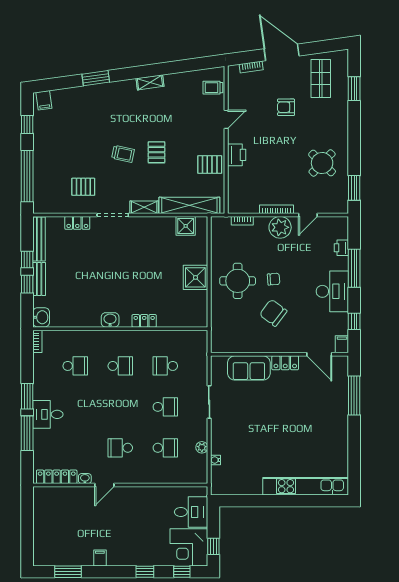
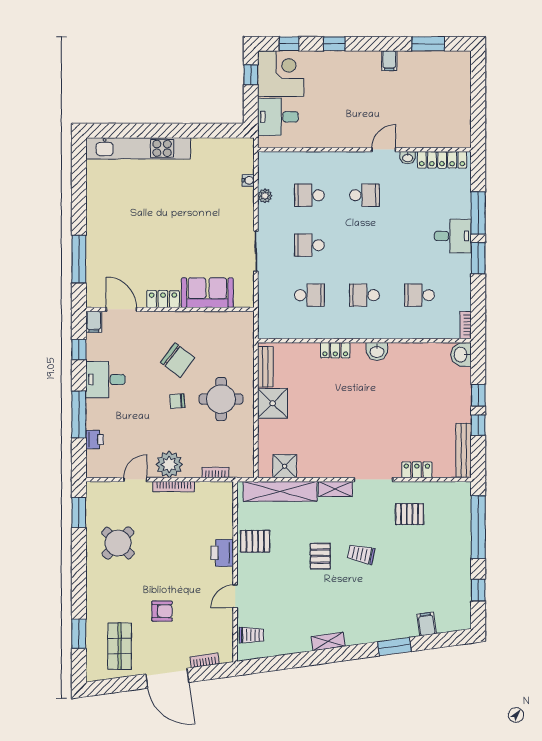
filing cabinet: (44, 100) -> (427, 624), moved
bench: (39, 279) -> (265, 367), moved
desk: (332, 291) -> (105, 379), width x0.73

